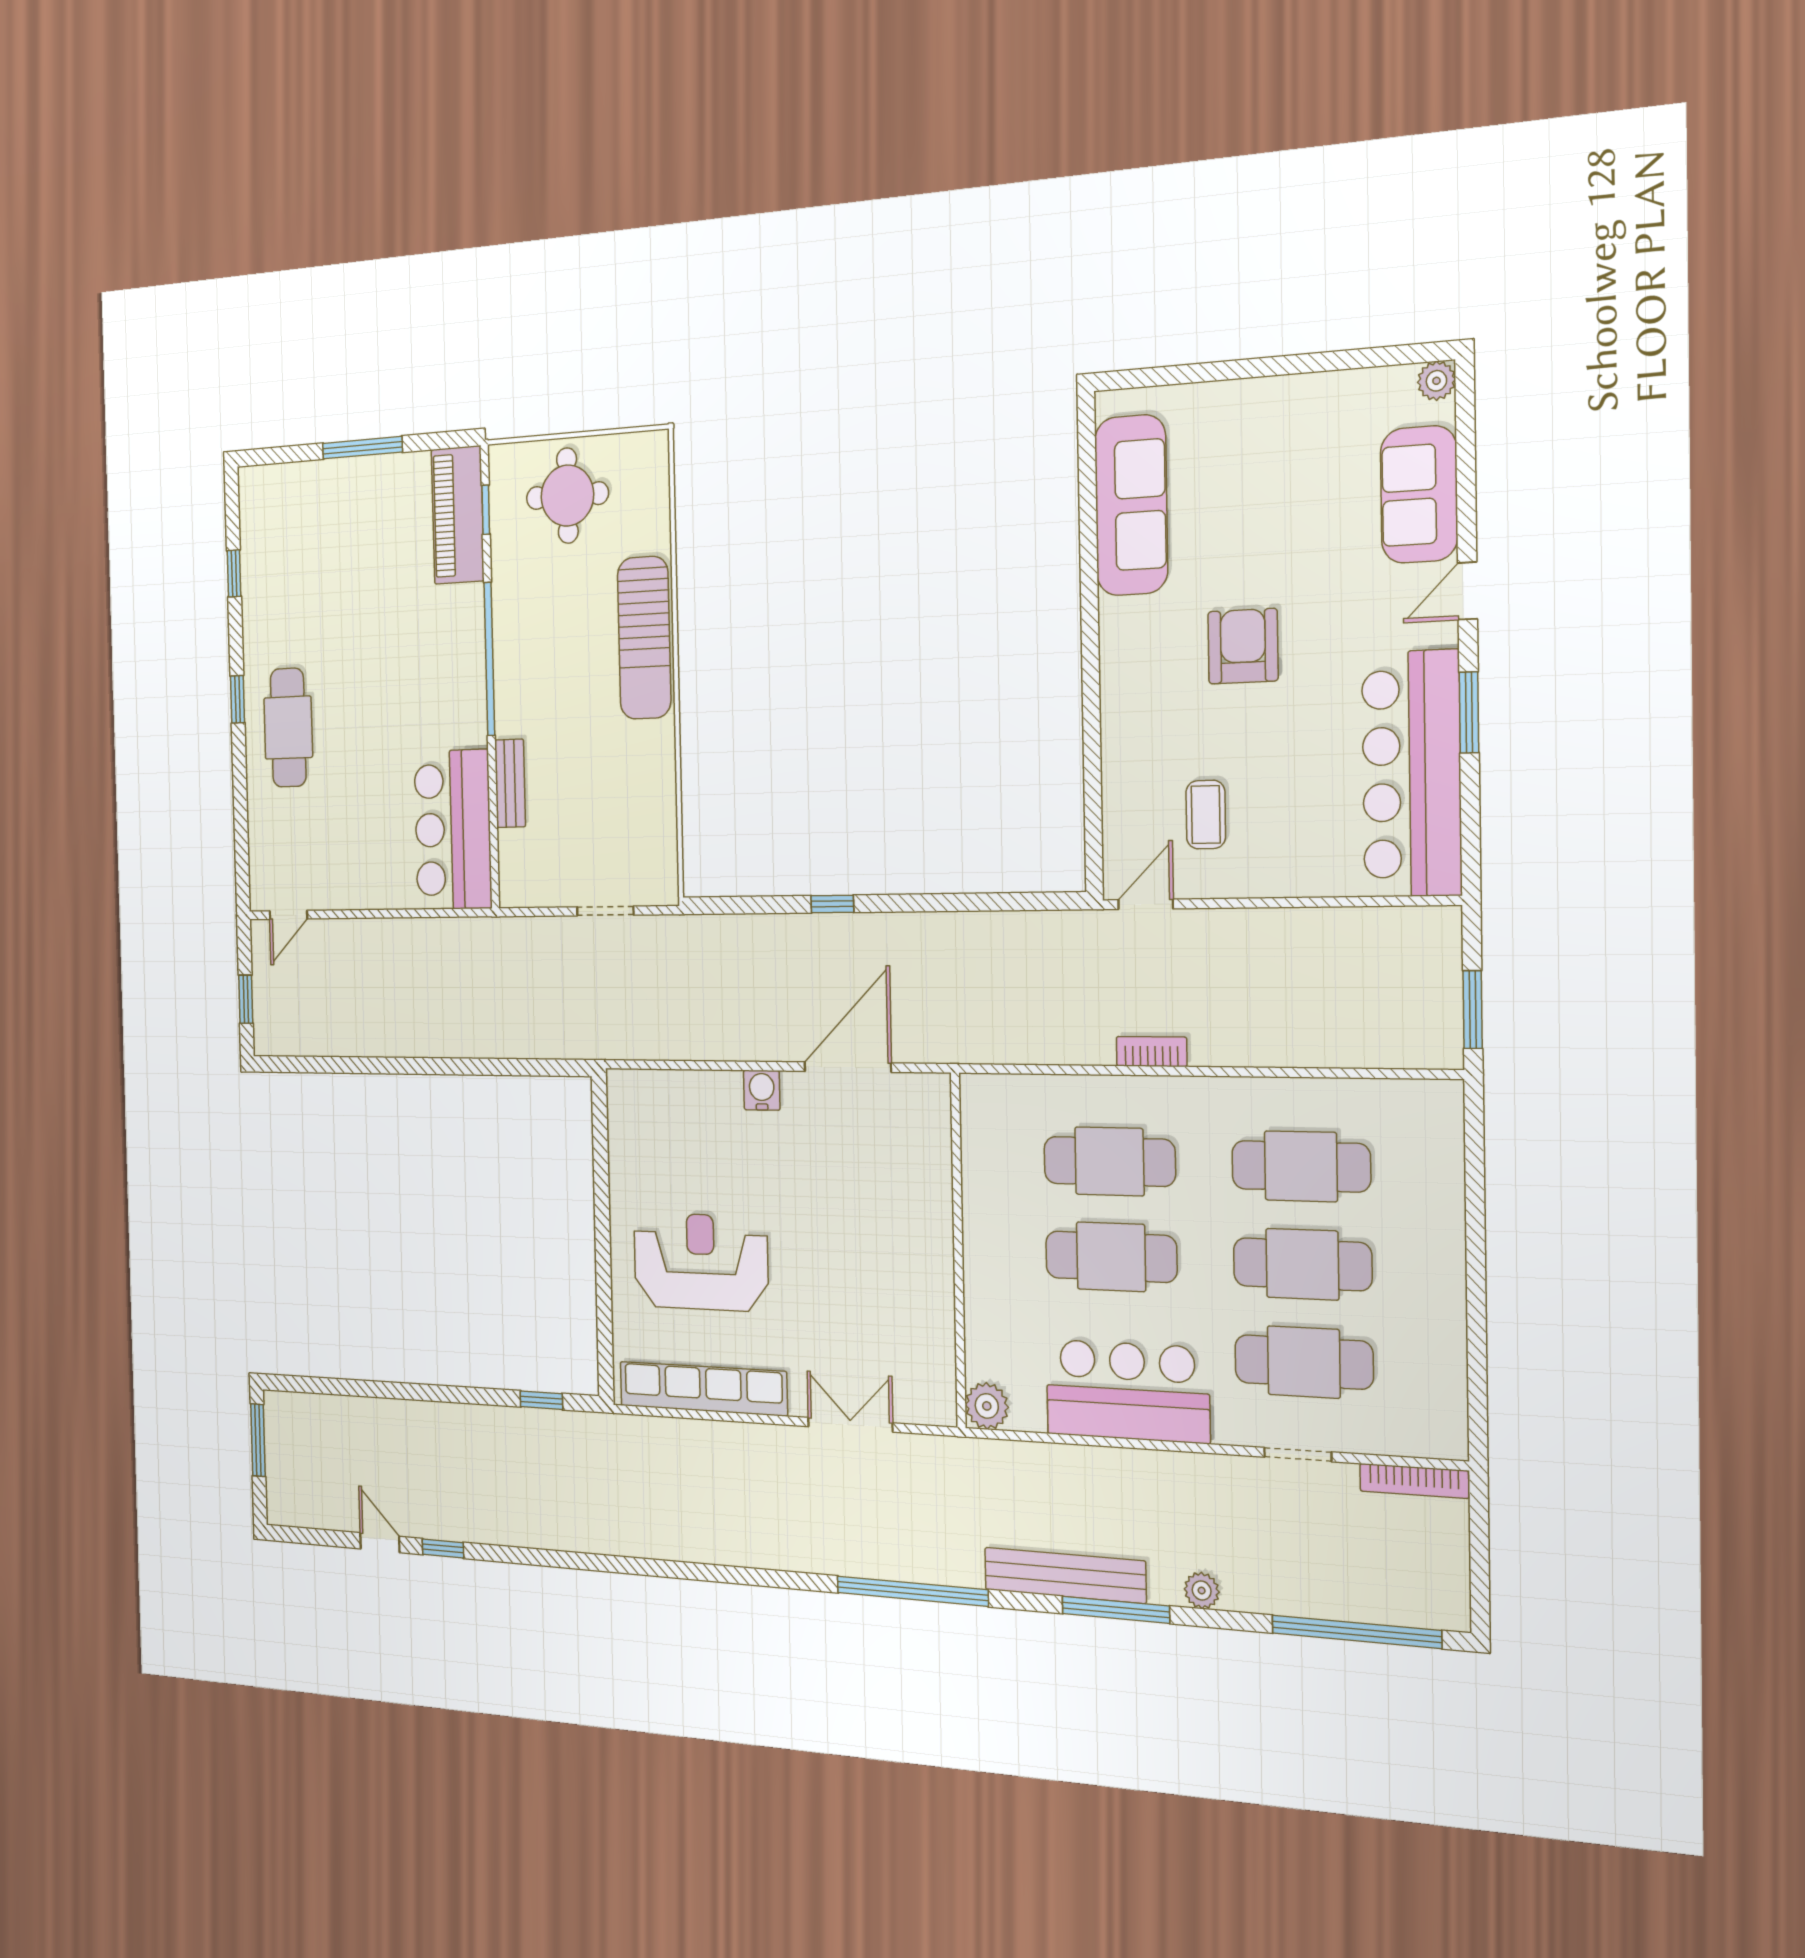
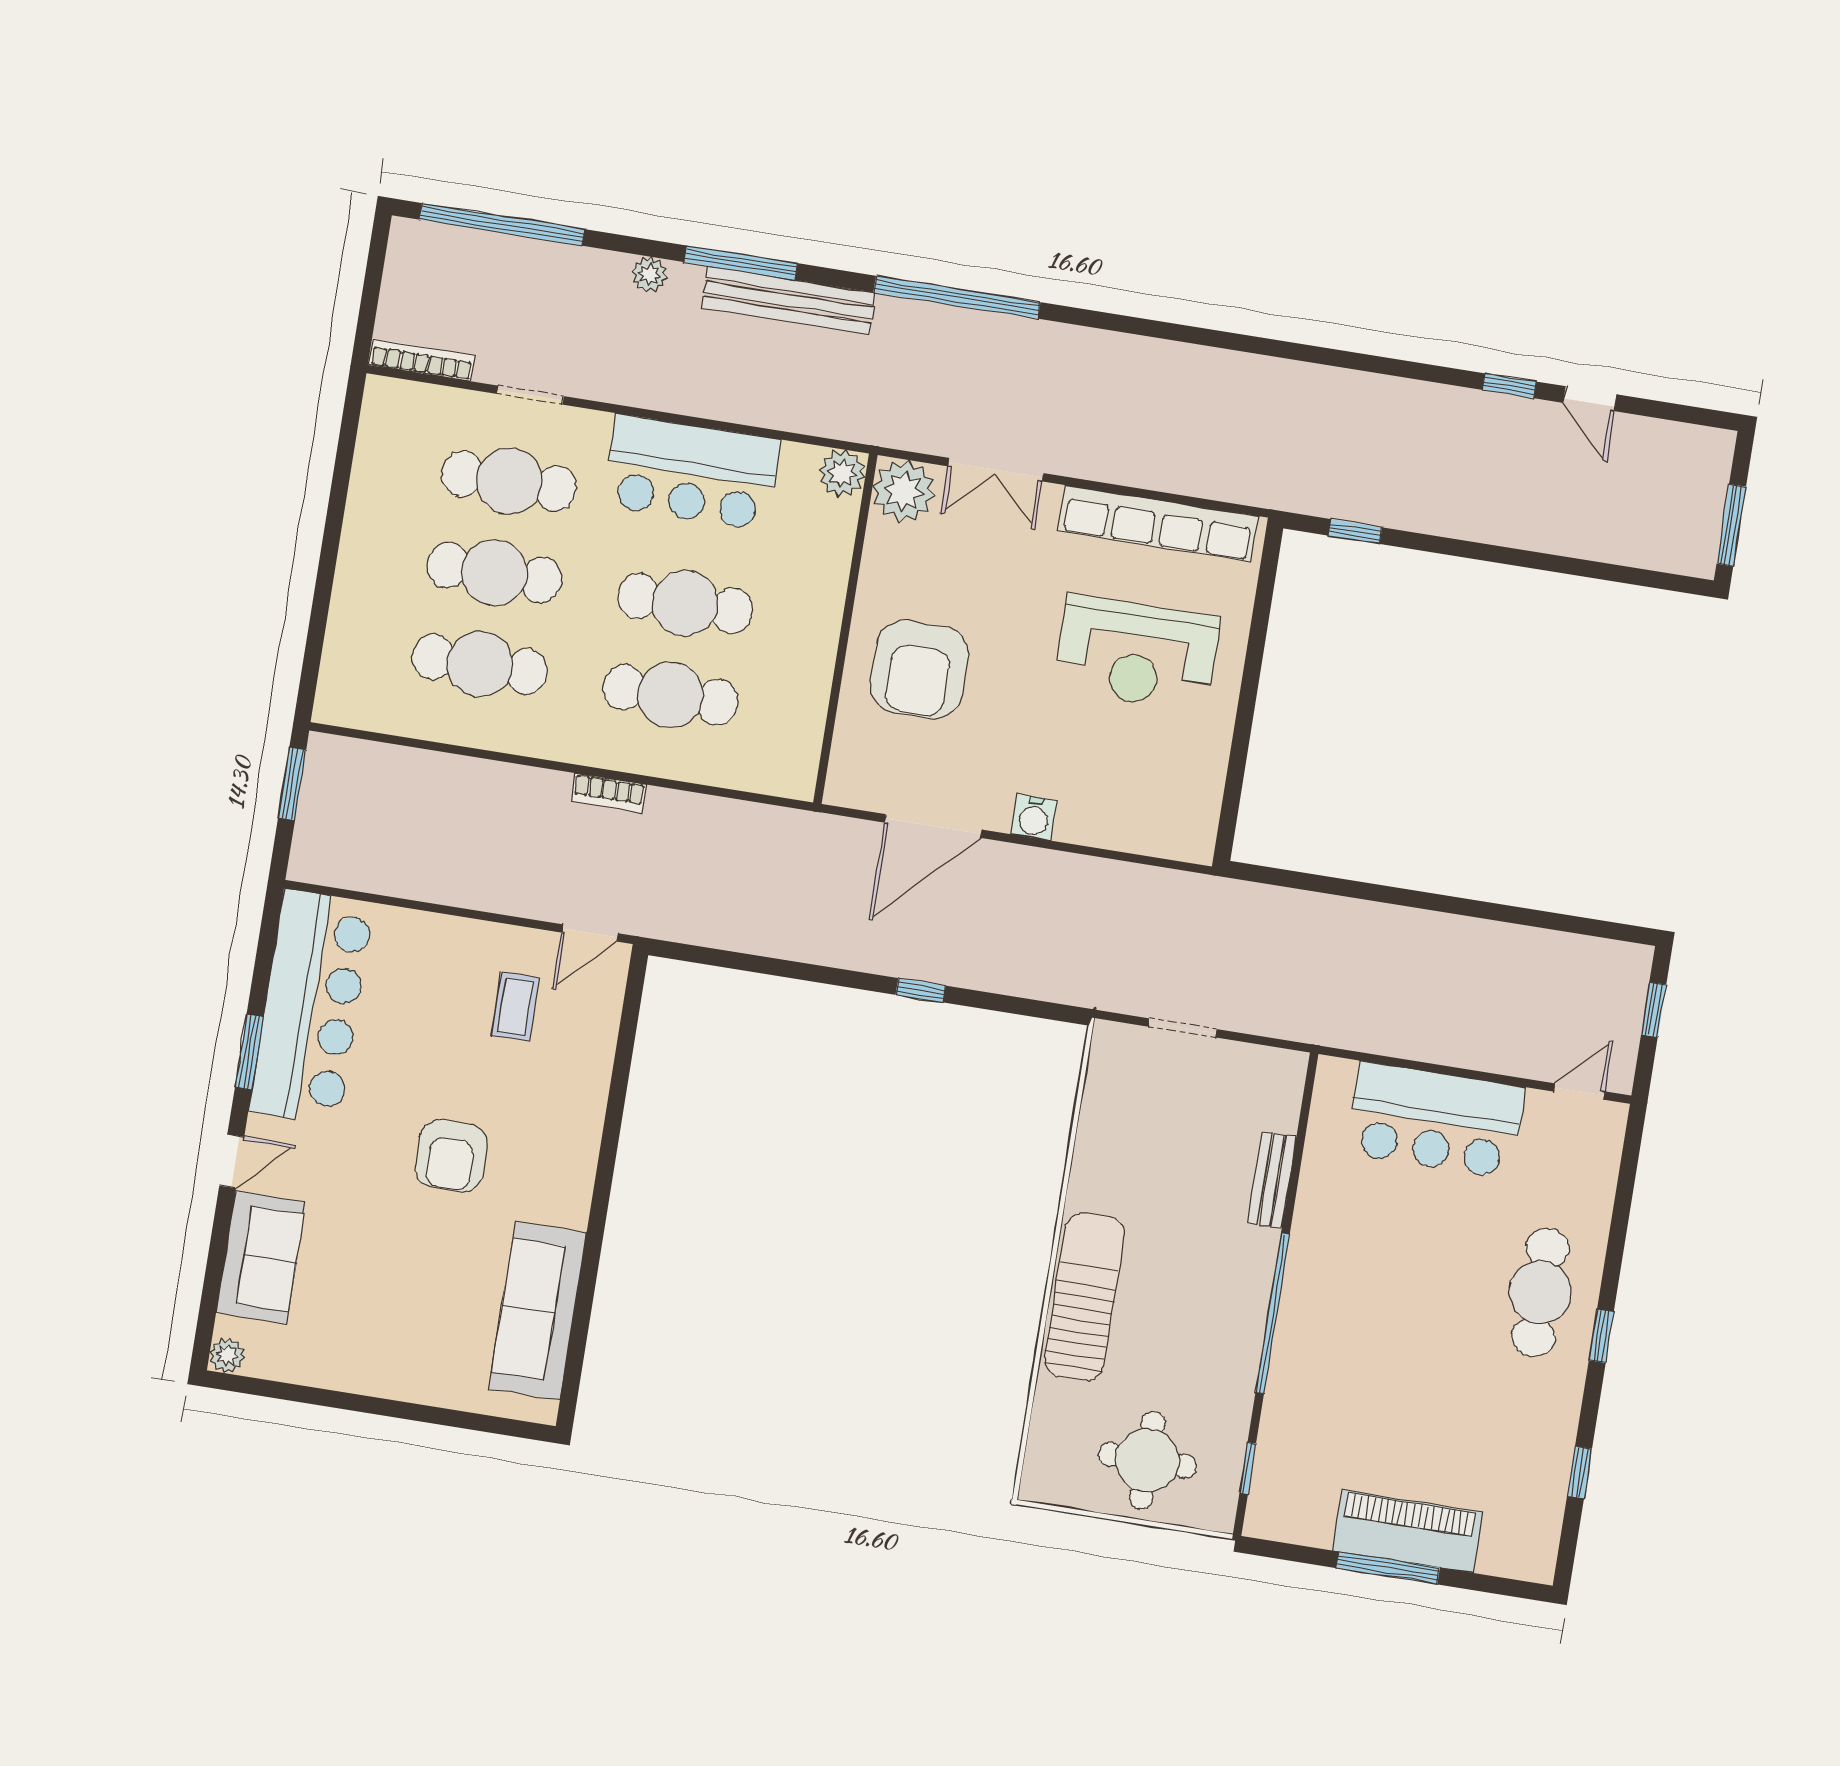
piano: (458, 515) -> (1407, 1531), moved, turned -90
bar counter: (453, 830) -> (1435, 1120), moved, turned 90
armchair: (885, 1220) -> (919, 669), added
plant: (928, 1394) -> (904, 491), added

